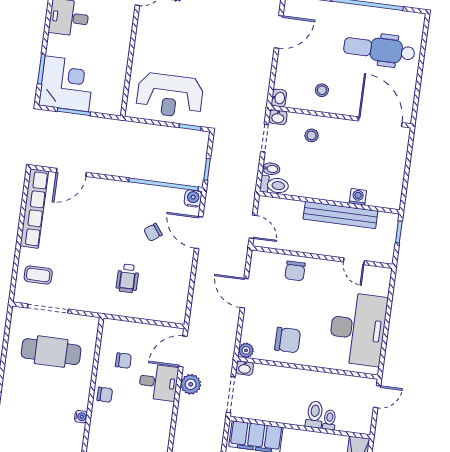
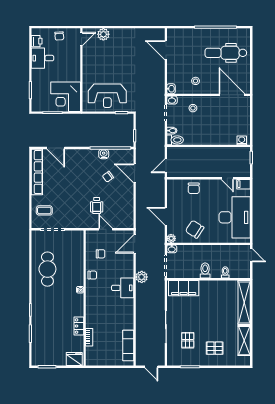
door: (279, 32) -> (166, 50), swing flipped
corner desk: (67, 84) -> (66, 97), moved, turned 180
door: (71, 172) -> (56, 148), hinge flipped
washing machine: (358, 197) -> (242, 140), moved
water cooler: (193, 198) -> (104, 154), moved
bench: (340, 215) -> (216, 152), removed
door: (253, 227) -> (166, 166), swing flipped
filing cabinet: (380, 275) -> (244, 184), added
door: (244, 293) -> (166, 216), moved
door: (137, 320) -> (106, 229), added
chair: (288, 340) -> (195, 229), turned -147
cafe table: (51, 352) -> (47, 269), moved, turned 90
desk: (158, 382) -> (123, 288), moved
plant: (191, 384) -> (142, 277), moved
door: (377, 397) -> (251, 255), hinge flipped
toilet: (315, 414) -> (205, 270), moved

